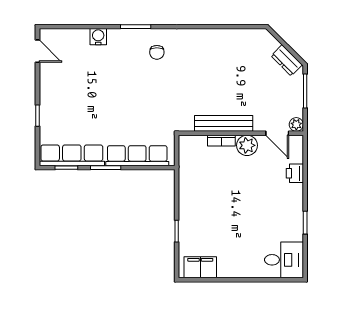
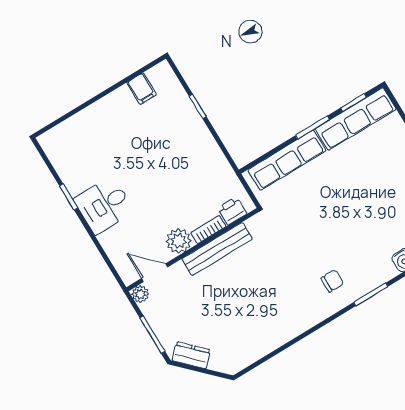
chair: (157, 52) -> (332, 281), turned 90
printer: (295, 173) -> (232, 211), moved, turned -90
desk: (284, 260) -> (104, 205), moved
filing cabinet: (200, 267) -> (142, 89), width x0.50

